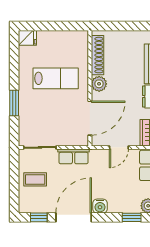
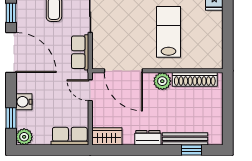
lab bench: (56, 78) -> (168, 32), turned 180
door: (119, 147) -> (90, 90), moved
water cooler: (100, 206) -> (24, 102), moved

